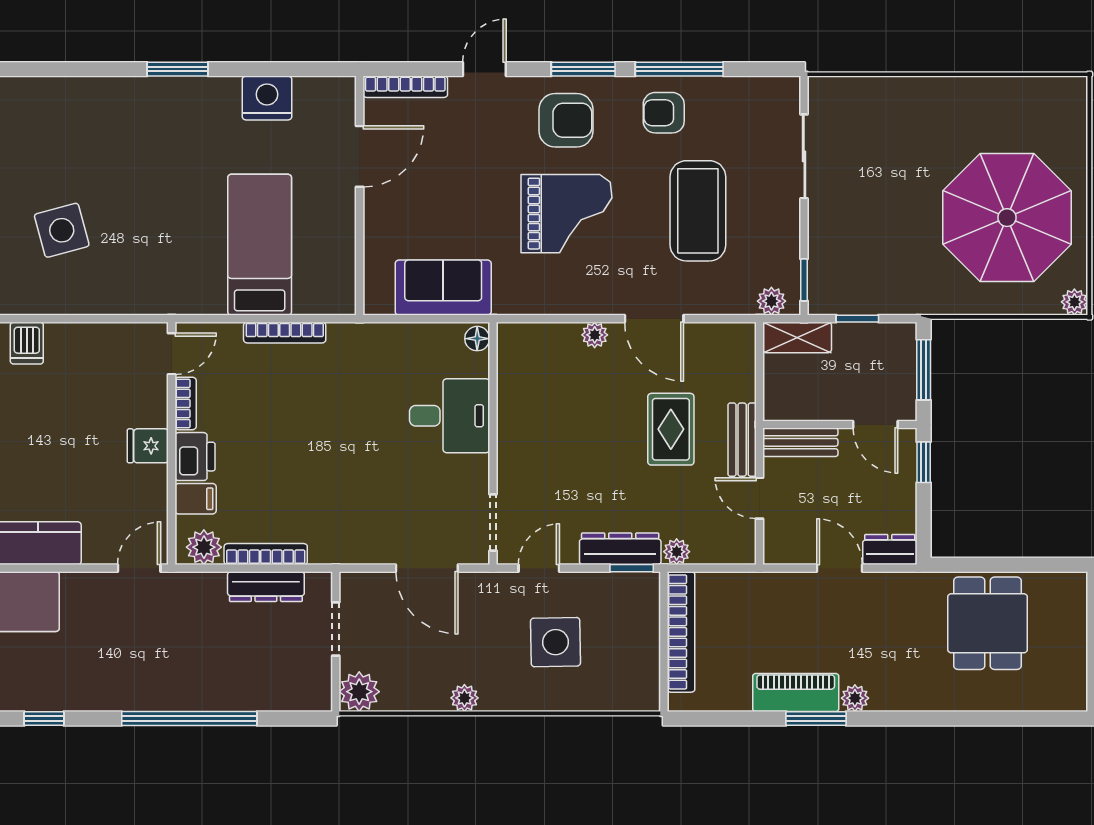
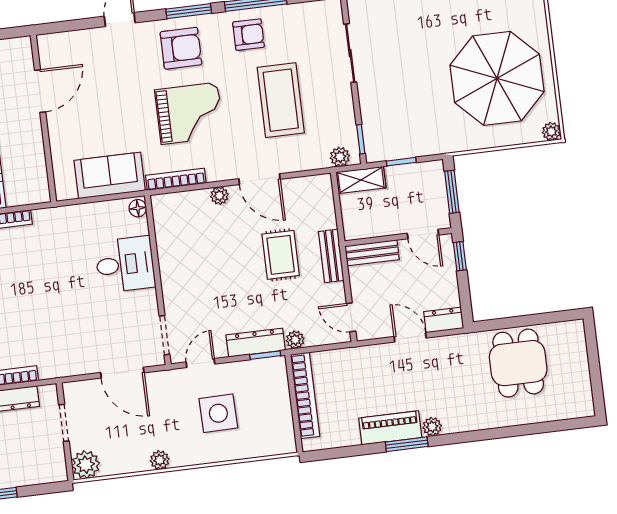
bookcase: (405, 87) -> (176, 179), moved, turned 180
armchair: (664, 113) -> (249, 35), turned 180
door: (760, 498) -> (351, 317), moved

